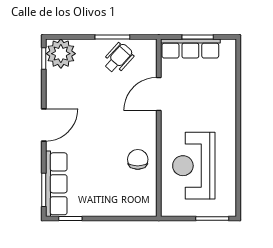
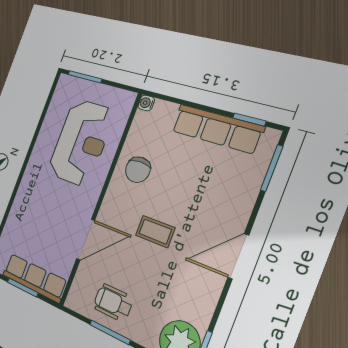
wheelchair: (118, 58) -> (113, 303), turned 48
coffee table: (107, 120) -> (155, 231), added
row of seats: (56, 184) -> (217, 129), moved, turned -90
water cooler: (151, 211) -> (146, 103), added

